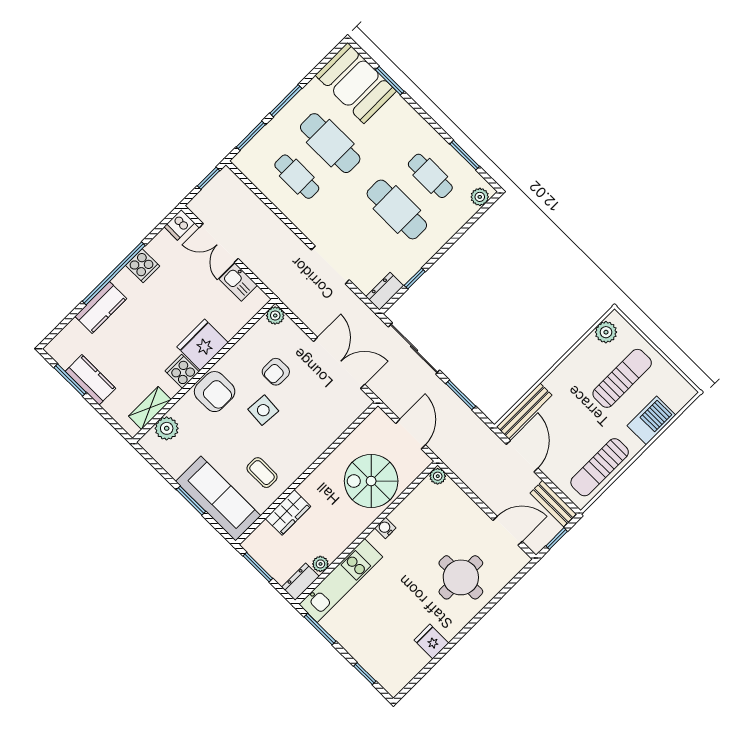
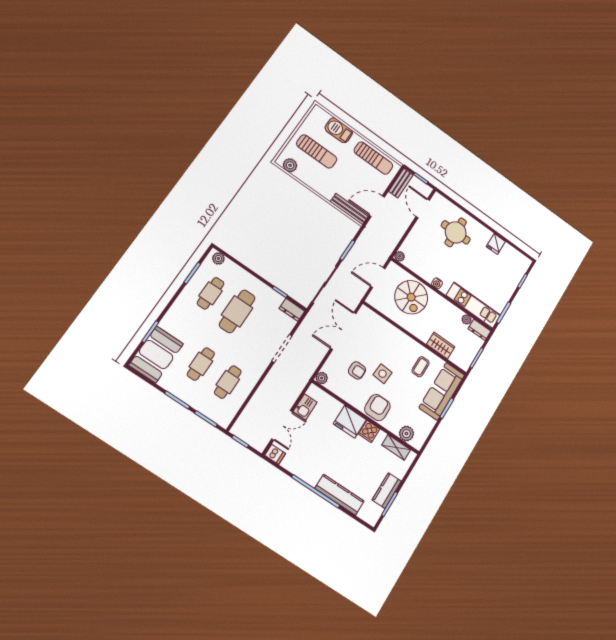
cafe table: (330, 143) -> (201, 364), width x0.73, depth x0.74
cooker: (143, 266) -> (307, 473), removed
kitchen counter: (101, 307) -> (340, 495), width x1.50
sun lounger: (622, 378) -> (317, 151), turned 180

